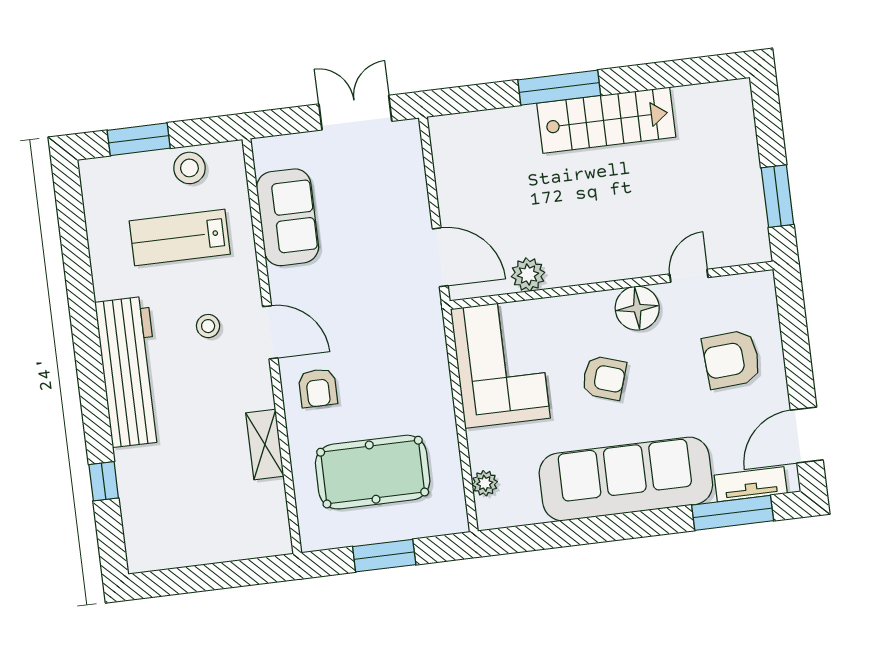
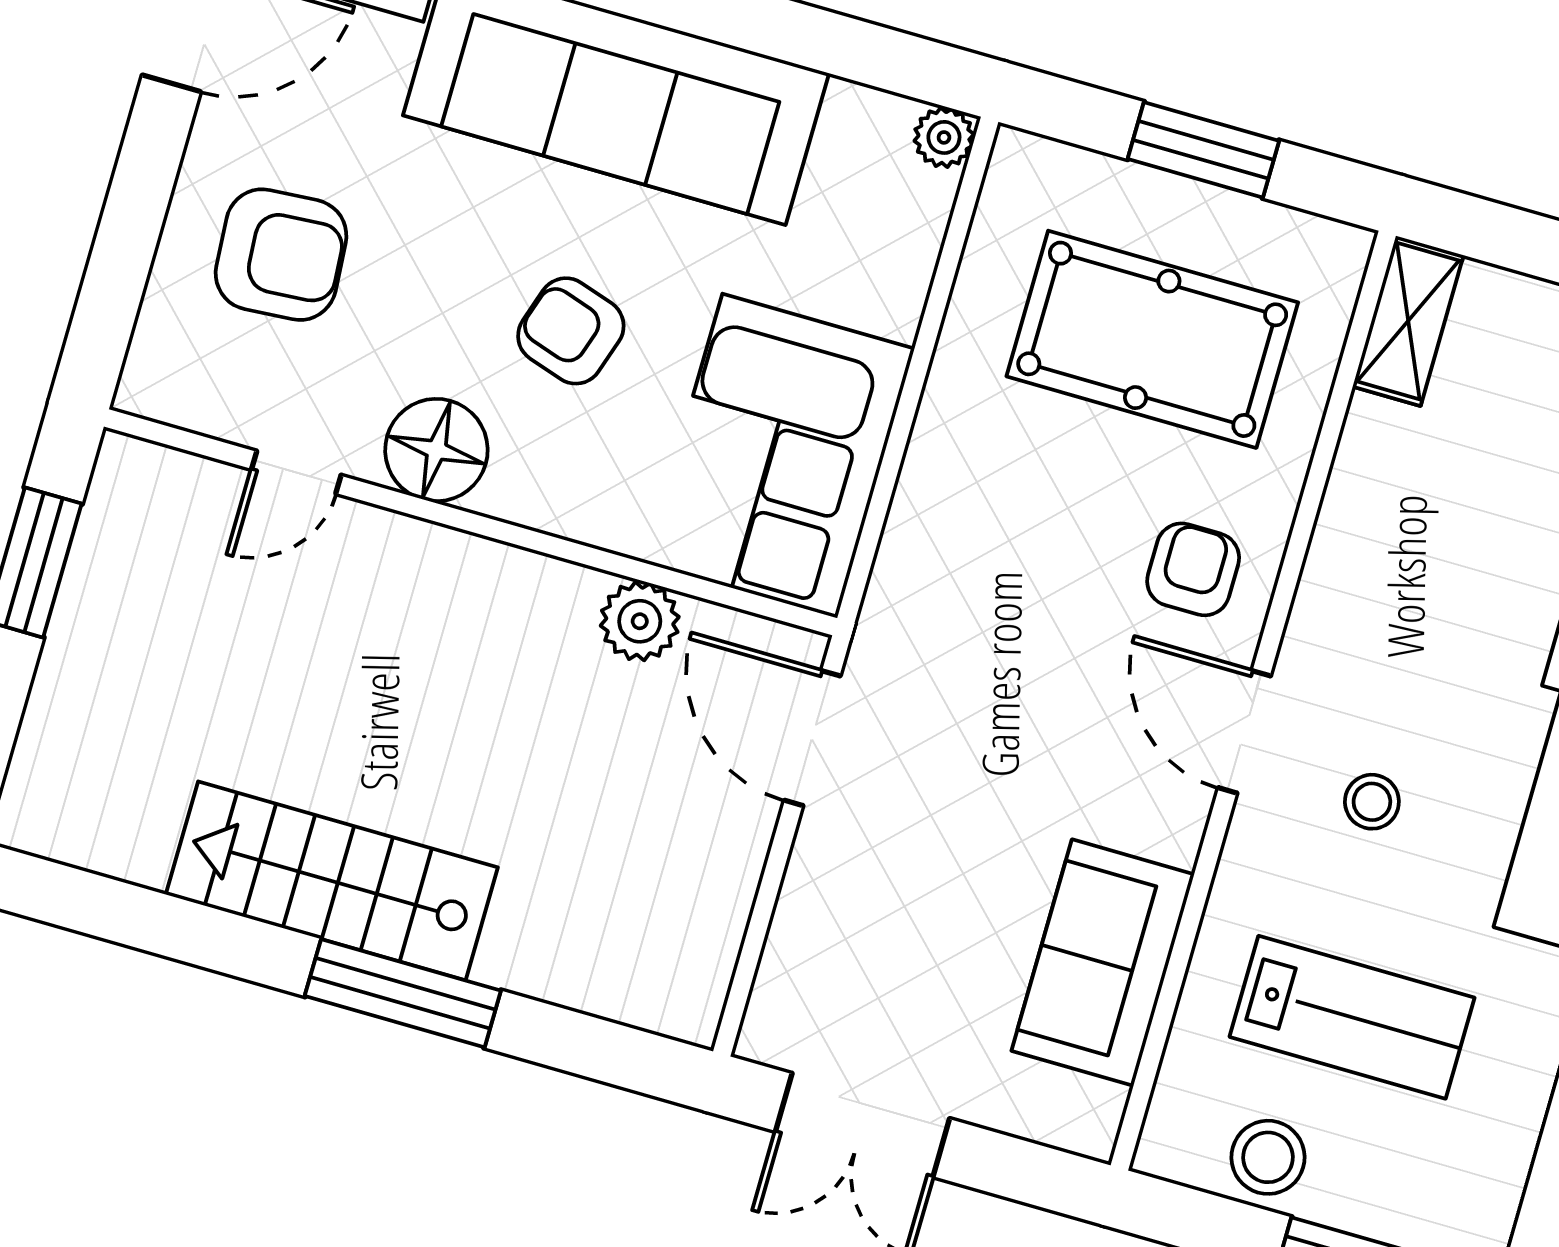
shelving: (265, 444) -> (1408, 321), moved
plant: (485, 483) -> (944, 137), moved

